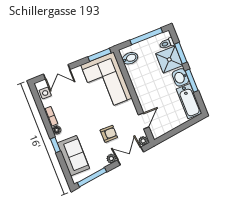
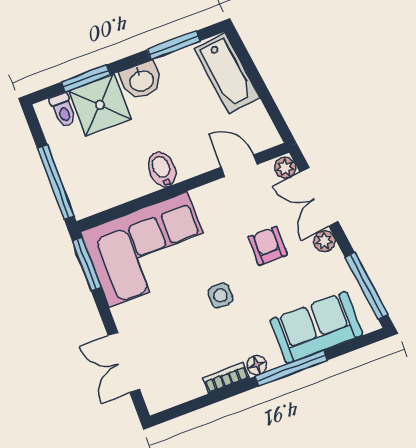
window: (146, 36) -> (56, 182), moved
bidet: (130, 58) -> (162, 170), moved
double door: (57, 72) -> (124, 362), swing flipped
window: (192, 81) -> (174, 45), moved
side table: (45, 93) -> (220, 295), moved
bathtub: (189, 101) -> (227, 73), moved, turned 83
window: (55, 145) -> (291, 368), width x2.17

